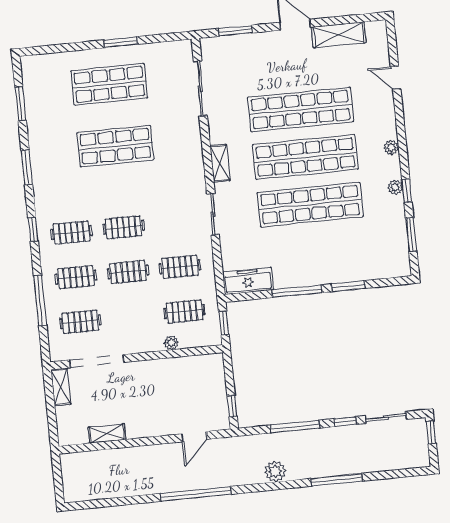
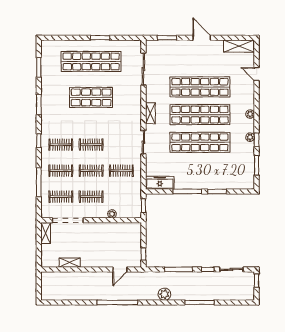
shelving: (339, 35) -> (239, 46), moved
shop shelf: (109, 84) -> (91, 61), width x1.40
clothes rail: (185, 311) -> (91, 197), moved

